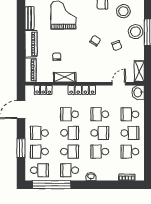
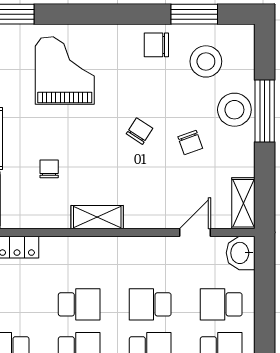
shelving: (65, 77) -> (97, 217), moved
locker: (82, 90) -> (108, 247), removed
school desk: (70, 114) -> (79, 304), turned 180

